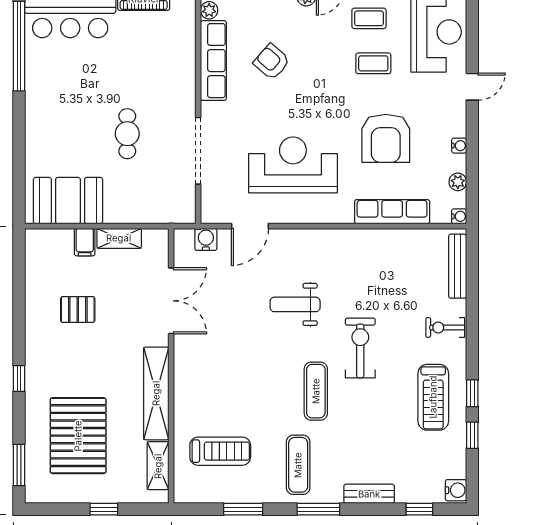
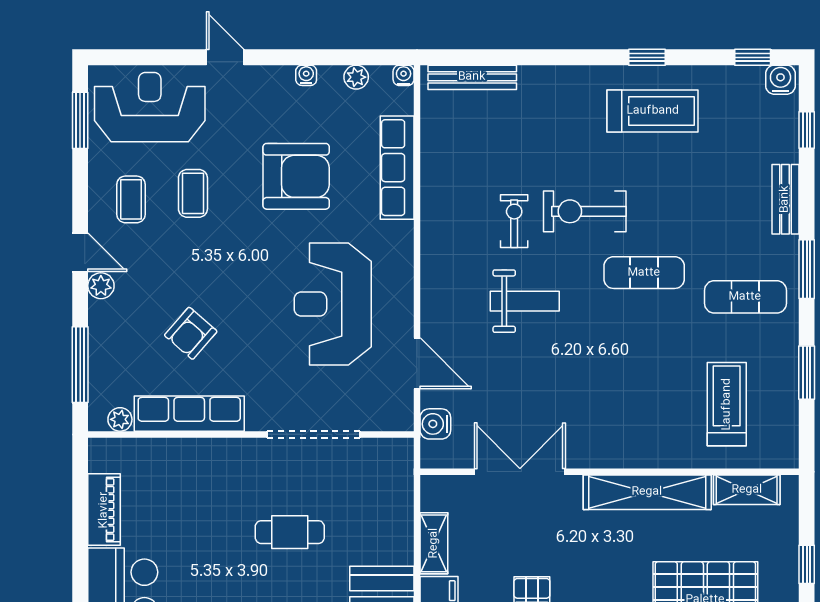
weight bench: (295, 304) -> (525, 301), turned -90
exercise bike: (445, 327) -> (514, 221), moved, turned 180
window: (472, 435) -> (753, 57), moved

